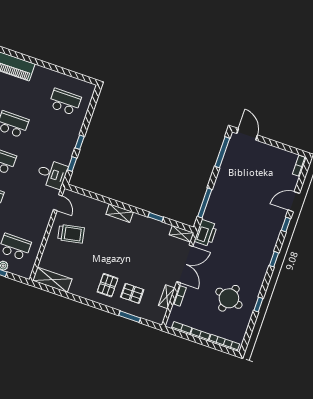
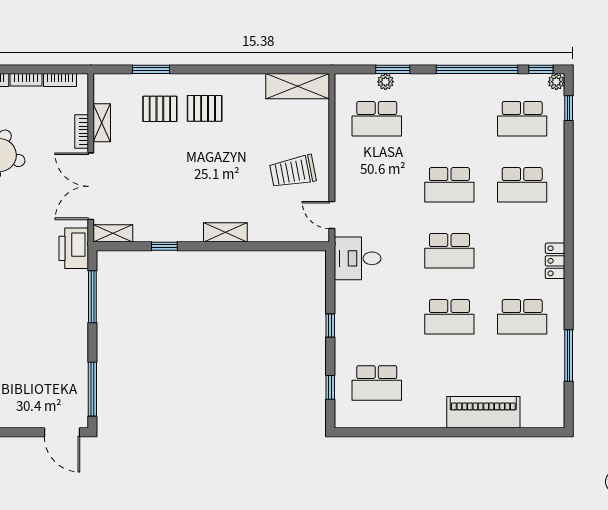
window: (72, 164) -> (330, 387), moved
pallet: (108, 285) -> (205, 108), turned 90

